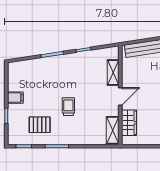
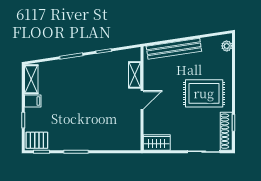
trolley: (68, 107) -> (88, 110), removed
wardrobe: (129, 123) -> (157, 143), moved, turned -90
pallet: (40, 125) -> (37, 140), moved
shelving: (113, 130) -> (31, 79), moved

